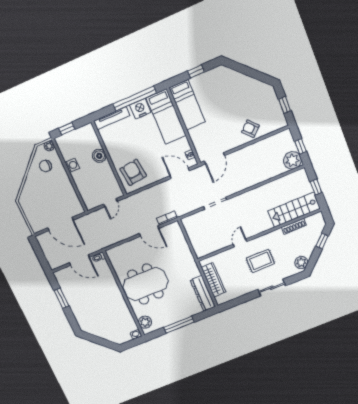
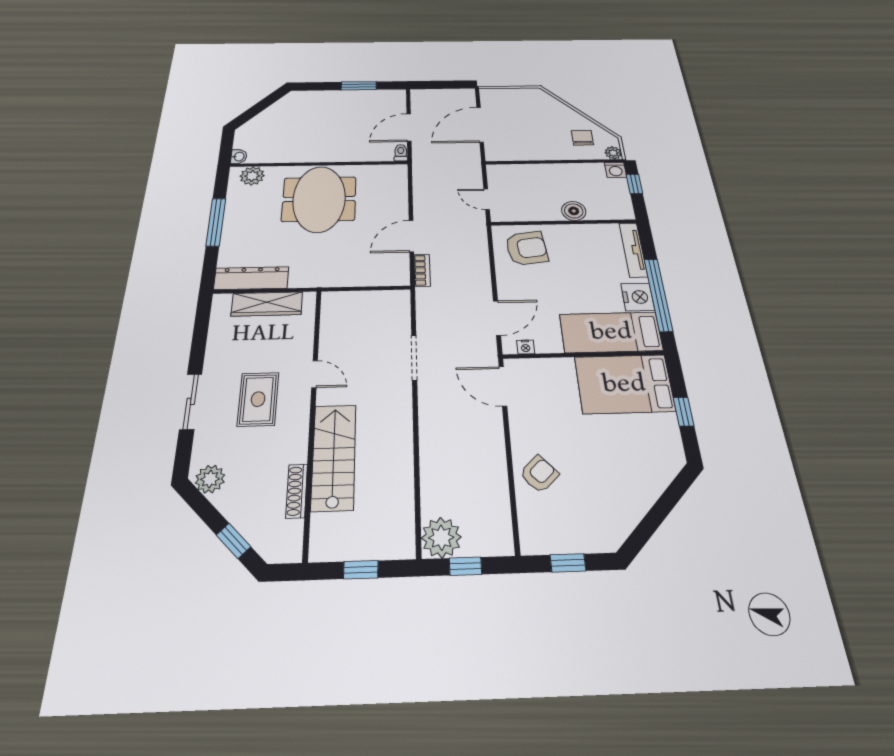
bed: (187, 105) -> (624, 384), width x1.50
washing machine: (72, 165) -> (616, 170), moved
stairs: (294, 210) -> (334, 457), moved

